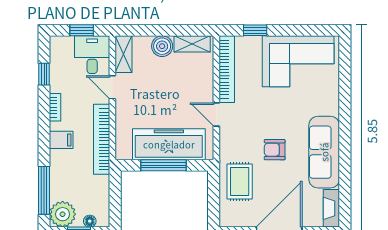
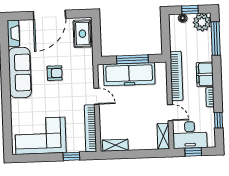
boiler: (162, 46) -> (136, 143), removed
desk: (92, 55) -> (190, 135), width x1.37
filing cabinet: (61, 140) -> (205, 74), width x2.00
rug: (240, 181) -> (82, 34), moved

